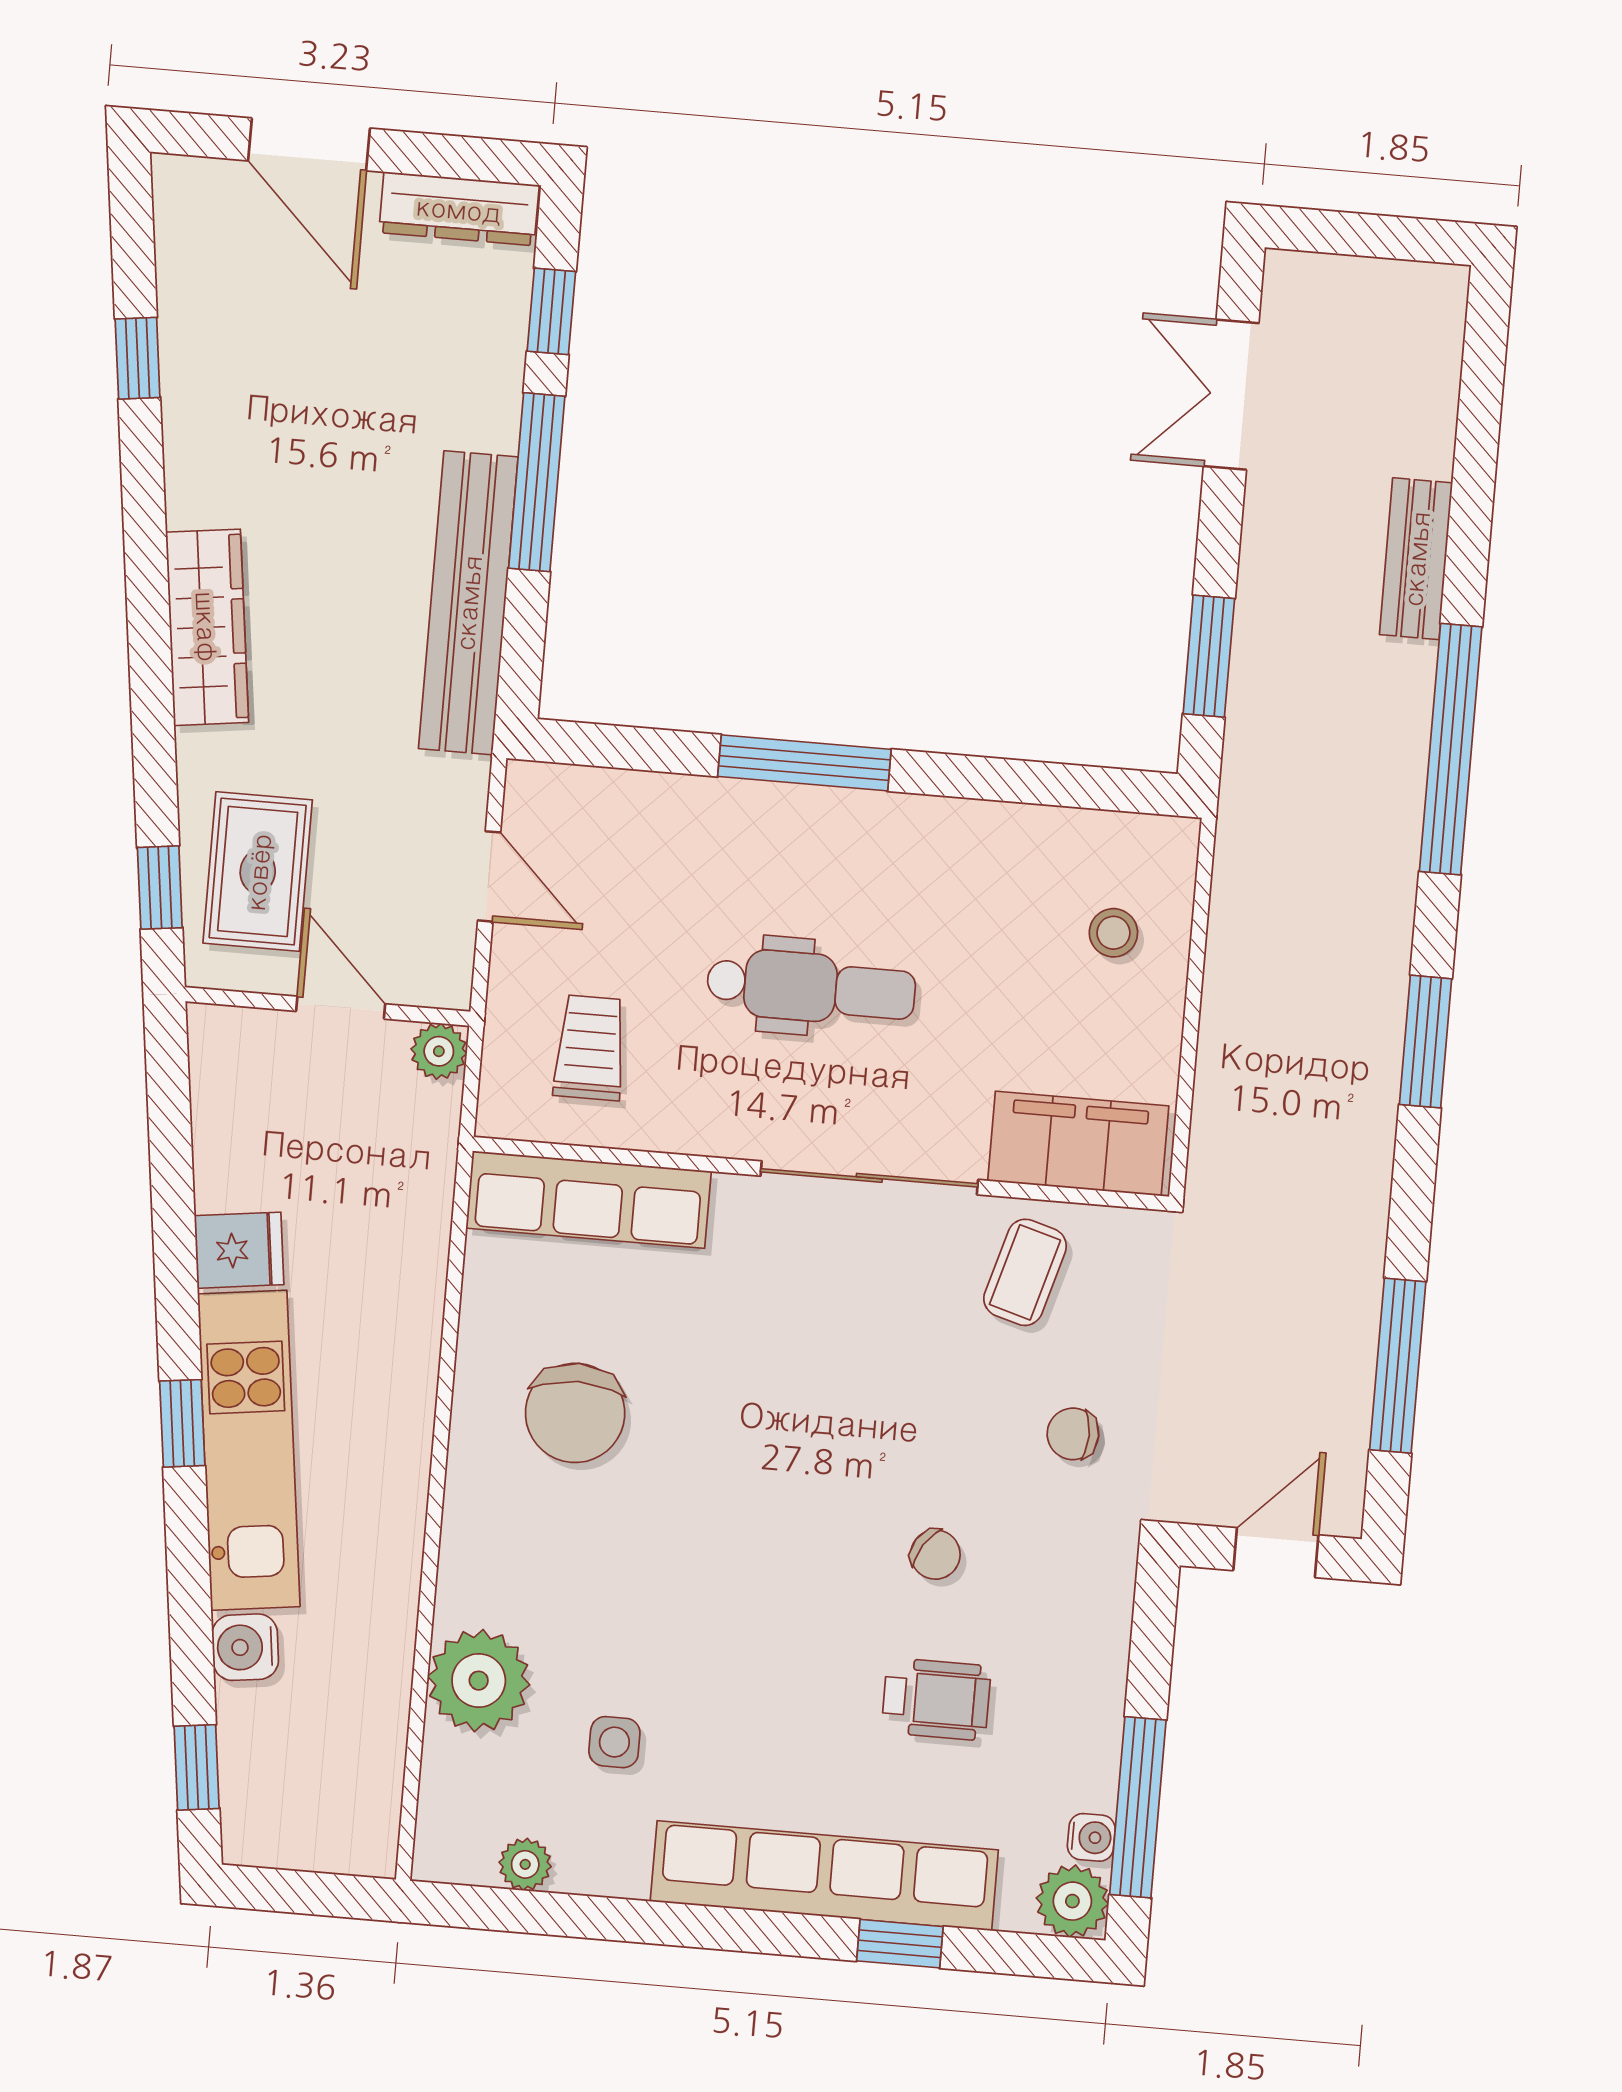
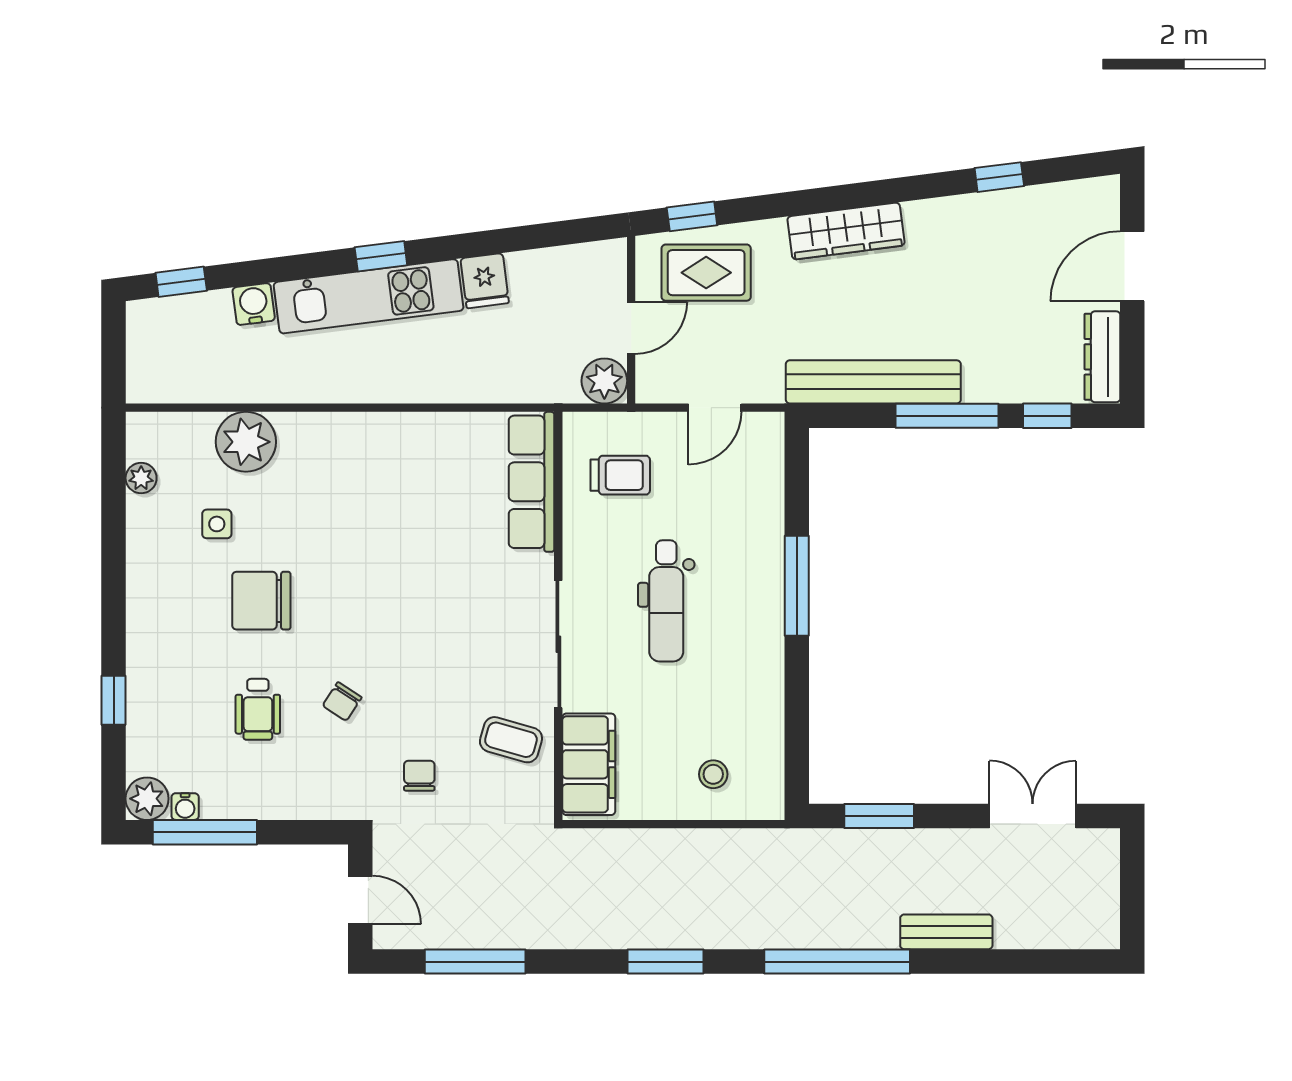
plant: (439, 1051) -> (604, 381), width x1.38, depth x1.38
chair: (575, 1413) -> (261, 601), moved
row of seats: (824, 1876) -> (149, 653), removed

